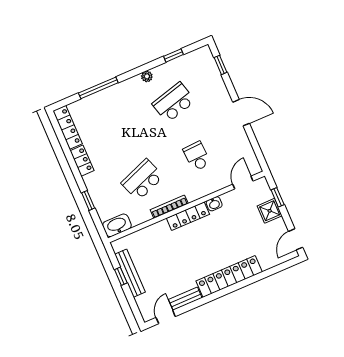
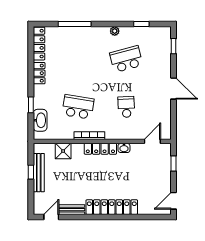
school desk: (142, 180) -> (78, 107), turned 30
shower: (270, 211) -> (63, 151), moved
washbasin: (117, 225) -> (40, 120), moved, turned 90

